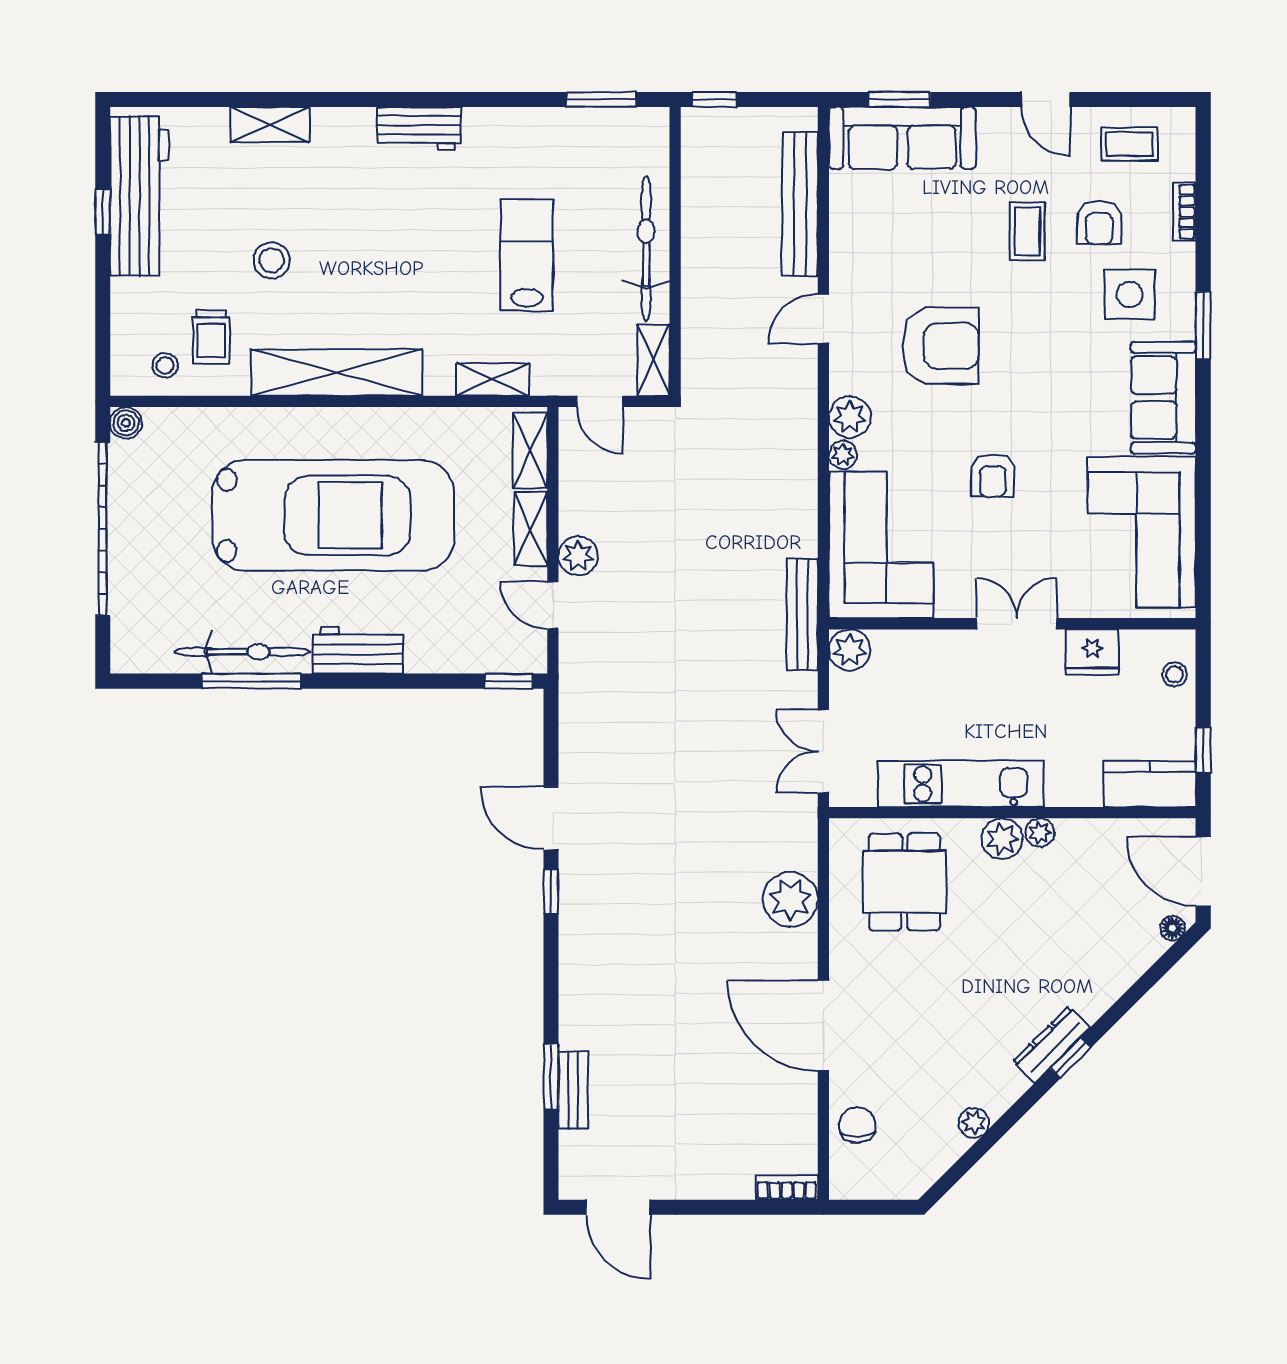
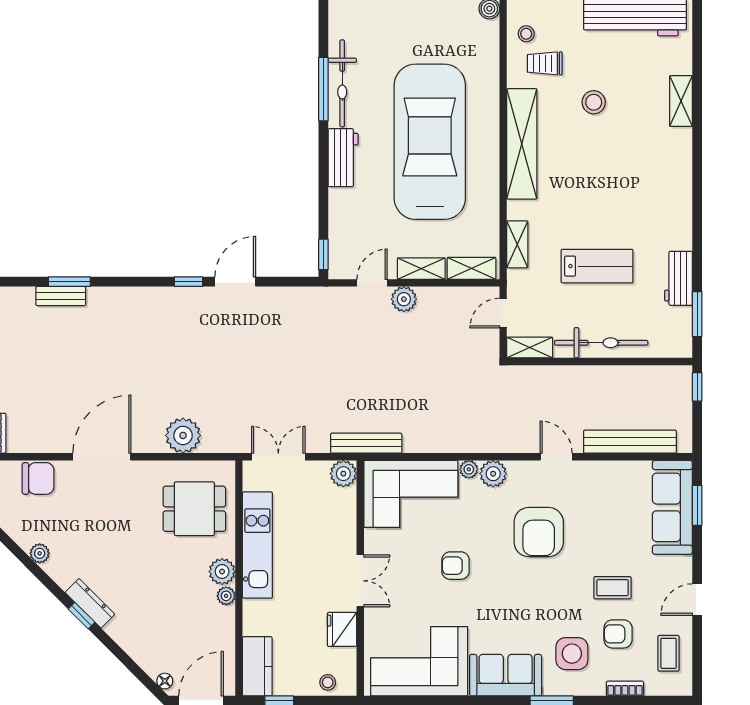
workbench: (419, 129) -> (678, 278), moved
car: (333, 515) -> (430, 142), turned 180
chair: (857, 1125) -> (38, 478), width x1.37, depth x1.37

